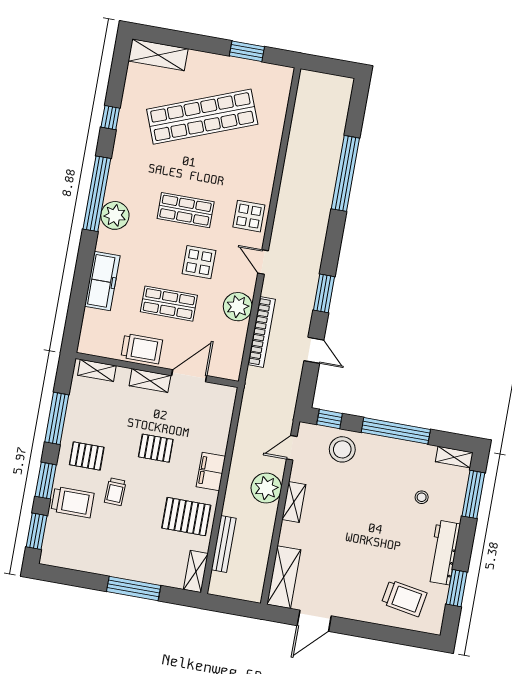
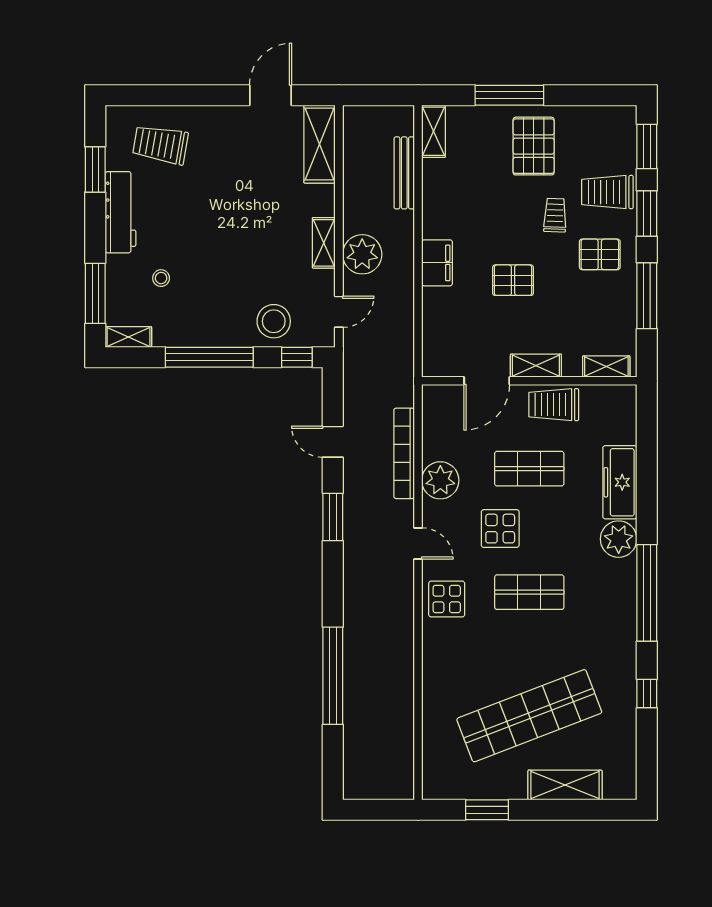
shelving: (158, 55) -> (565, 785), moved
plant: (115, 215) -> (619, 539), moved
pallet: (186, 517) -> (534, 146), moved, turned 90

